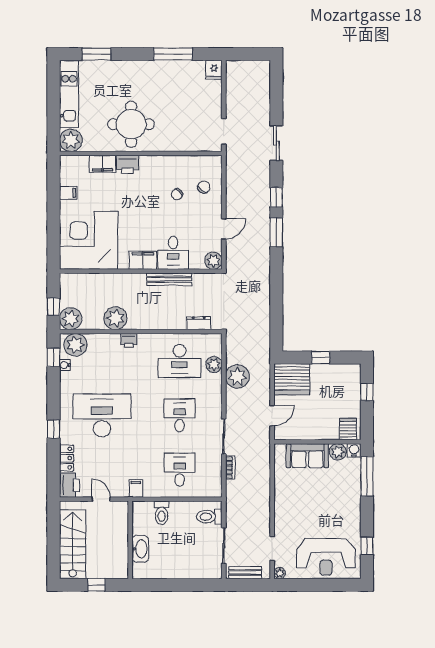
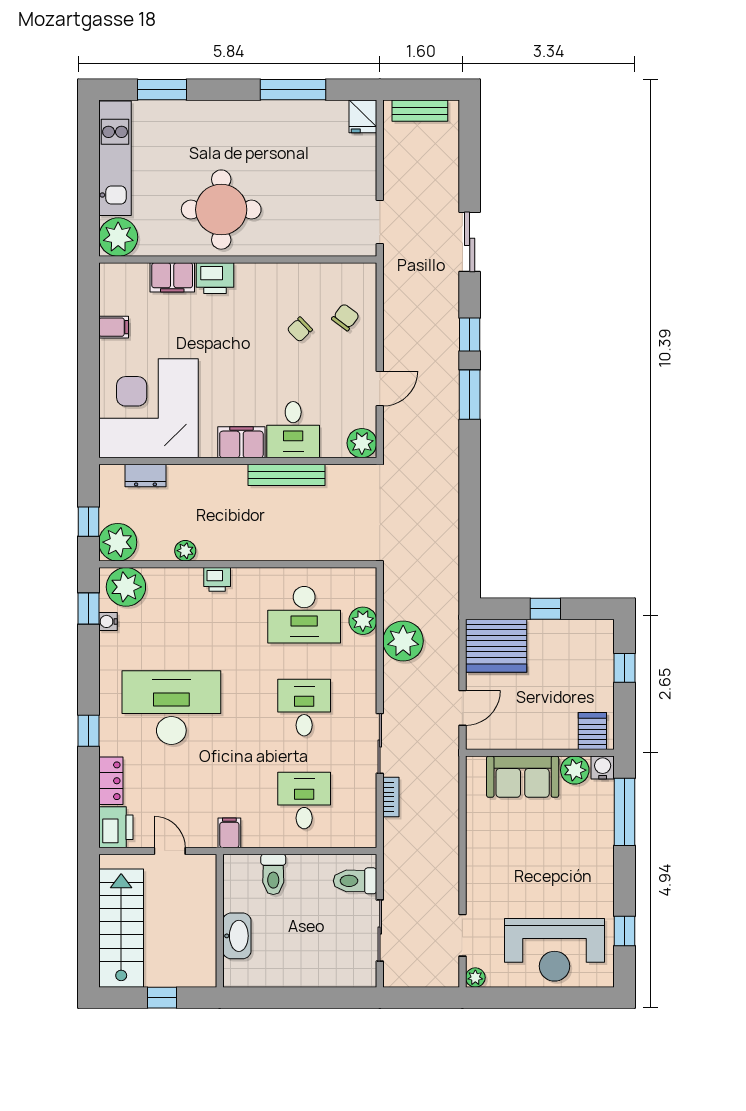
plant: (115, 318) -> (185, 551), width x0.53, depth x0.53
dresser: (199, 323) -> (145, 475), moved, turned 180
bench: (245, 573) -> (420, 111), moved

